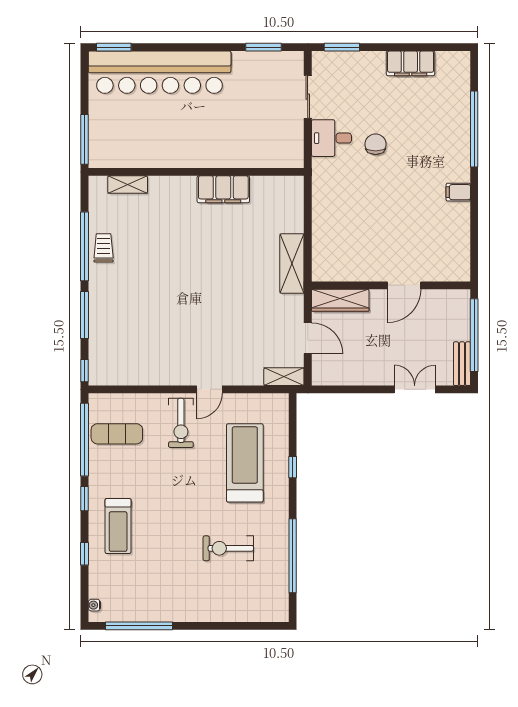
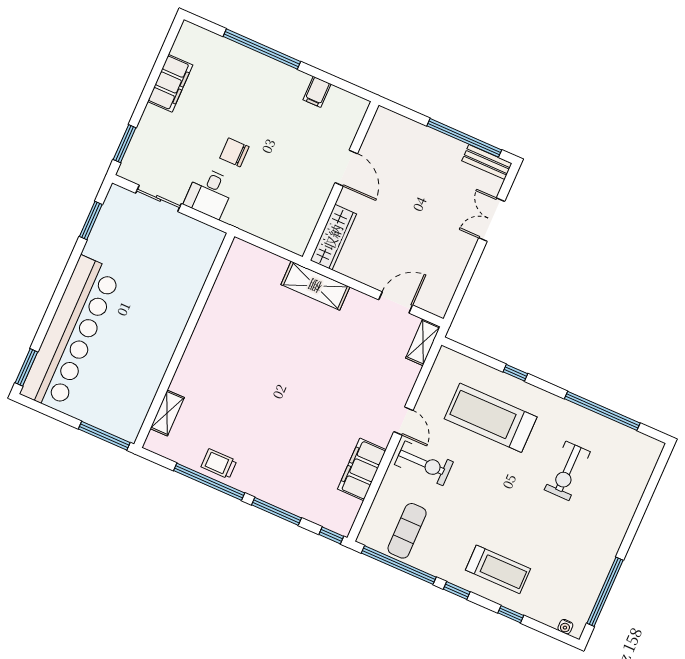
filing cabinet: (223, 189) -> (362, 469), moved, turned 180
wall: (391, 285) -> (341, 181), moved
door: (404, 285) -> (346, 168), moved
wardrobe: (340, 300) -> (333, 237), moved

